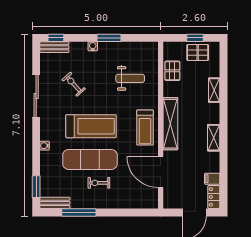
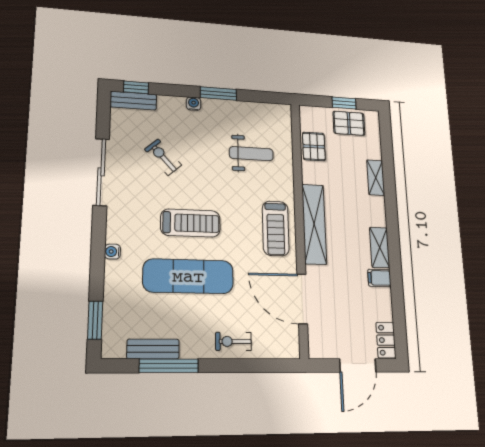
treadmill: (91, 126) -> (190, 223), width x0.73, depth x0.73
filing cabinet: (212, 179) -> (379, 278), moved
exercise bike: (99, 183) -> (233, 341), moved
bench: (55, 203) -> (153, 349), moved

